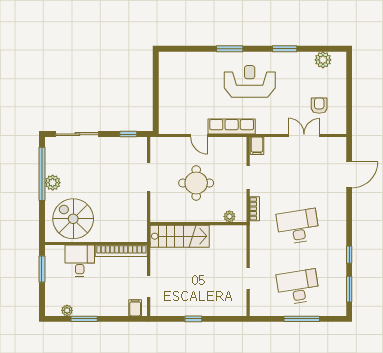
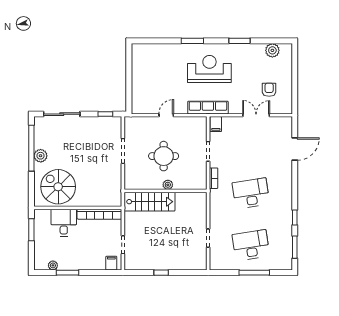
row of seats: (232, 126) -> (208, 108), moved
door: (199, 135) -> (166, 115), swing flipped
plant: (229, 216) -> (168, 185), moved

